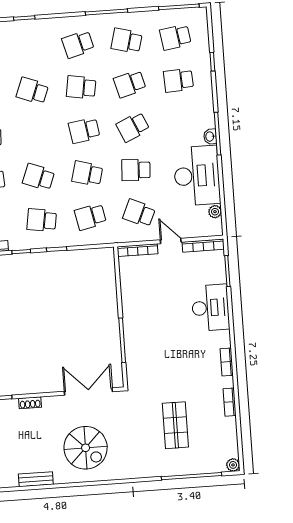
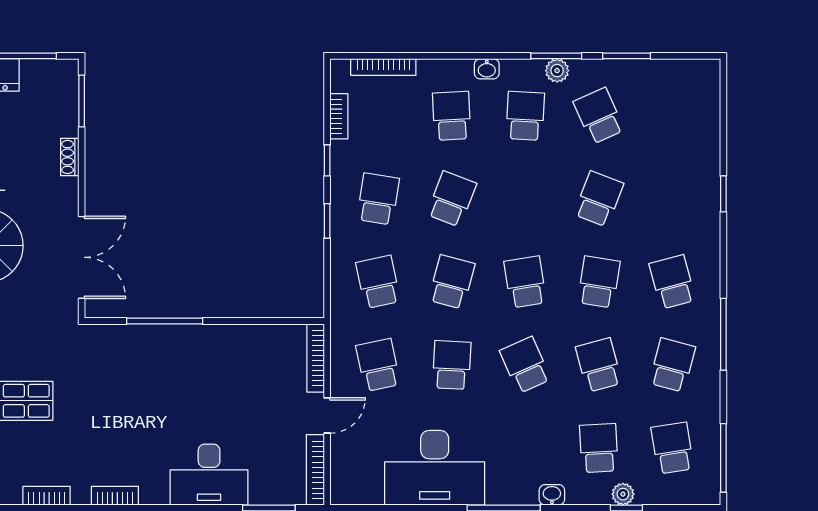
washbasin: (210, 137) -> (552, 495), moved
plant: (215, 212) -> (623, 494), moved
school desk: (139, 213) -> (378, 365), turned -36

